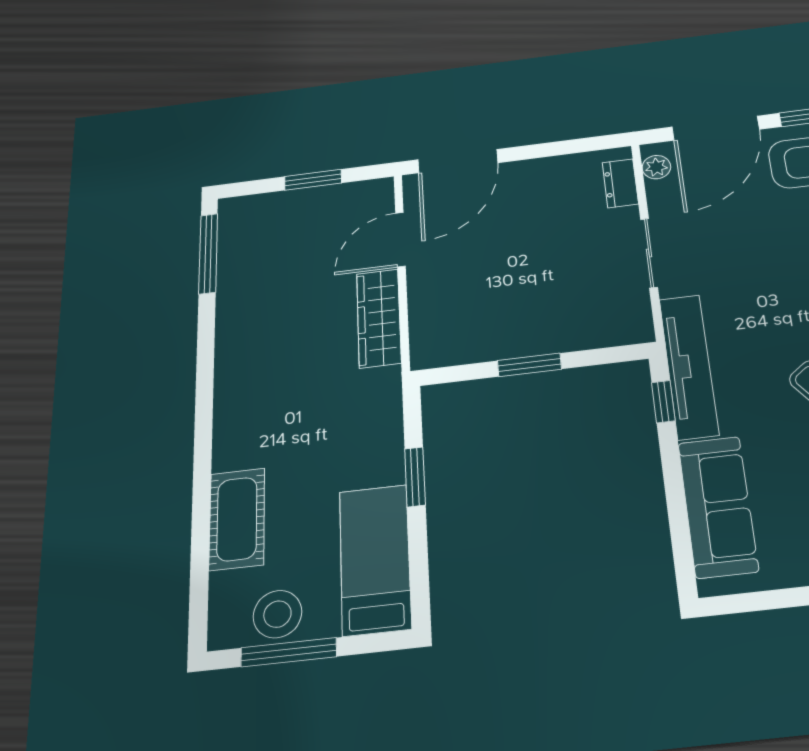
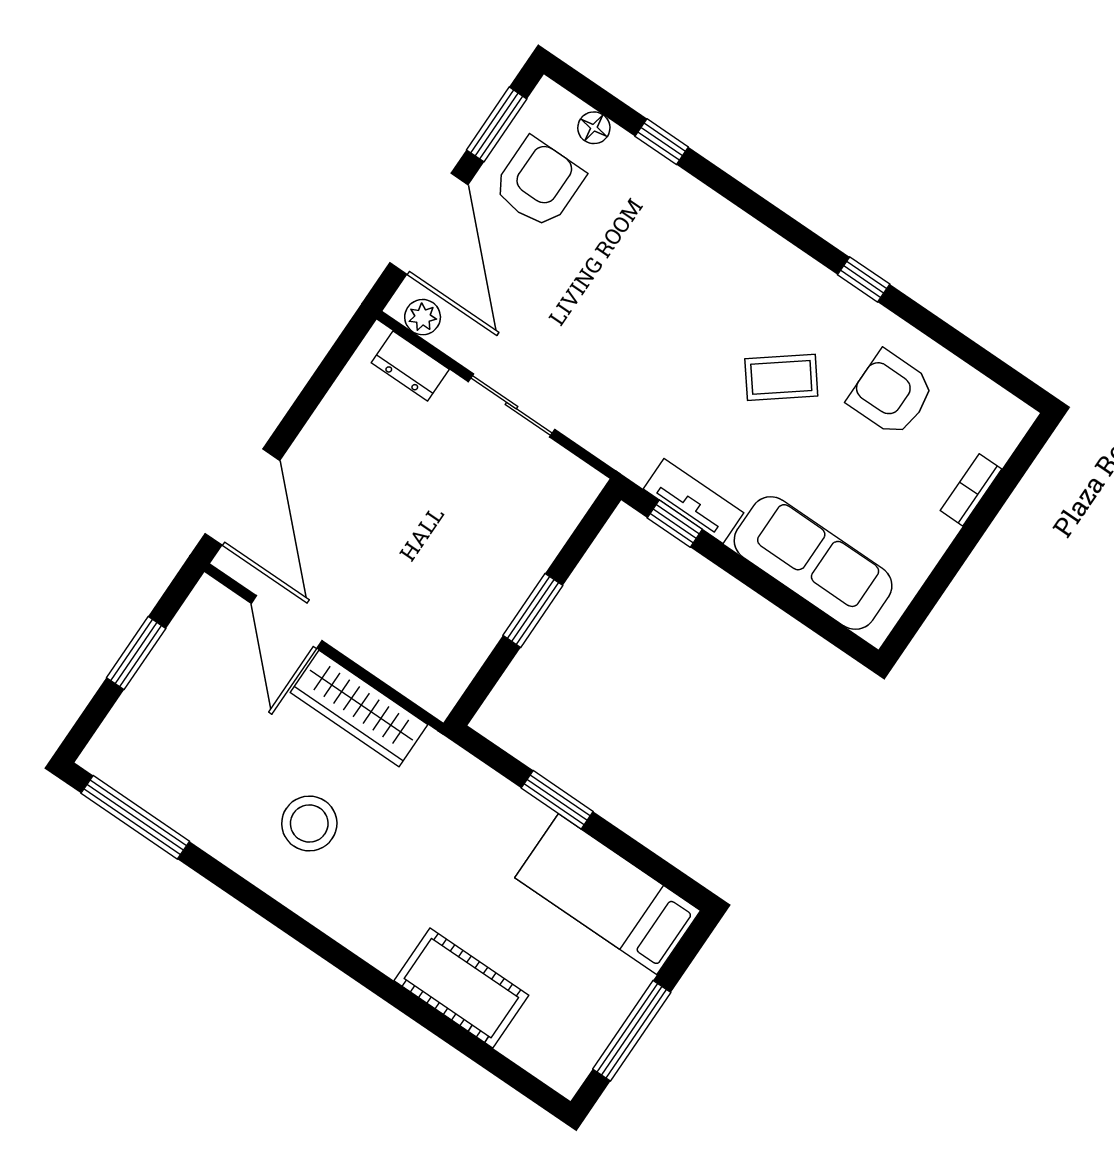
tv unit: (689, 366) -> (693, 501), width x0.52, depth x0.78
stool: (277, 614) -> (309, 823), moved

